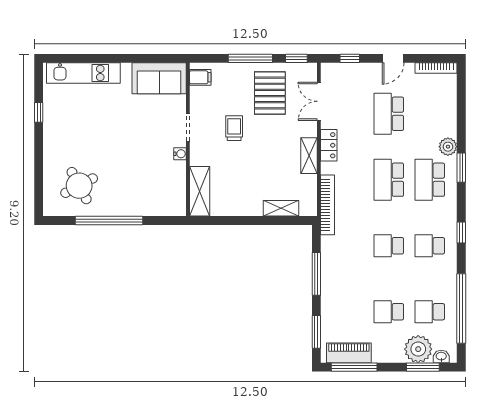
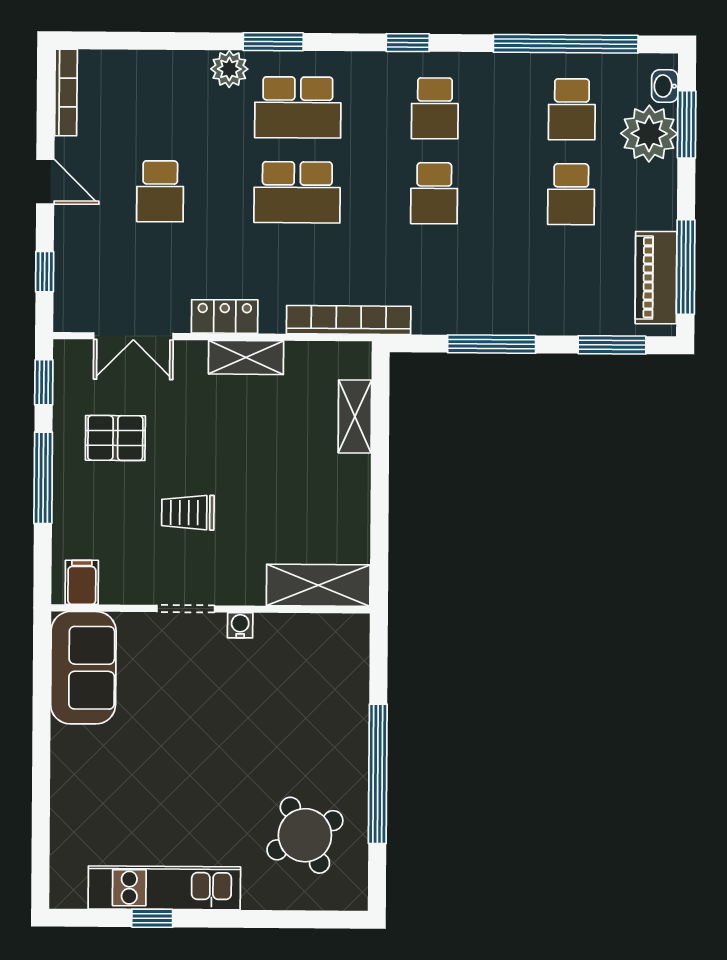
kitchen unit: (83, 73) -> (164, 888), moved, turned -90
pallet: (270, 93) -> (115, 438), width x0.67, depth x0.71
school desk: (389, 114) -> (160, 191), width x0.54

